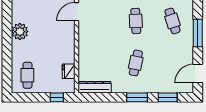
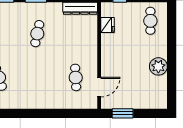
cafe table: (136, 21) -> (76, 77), moved

